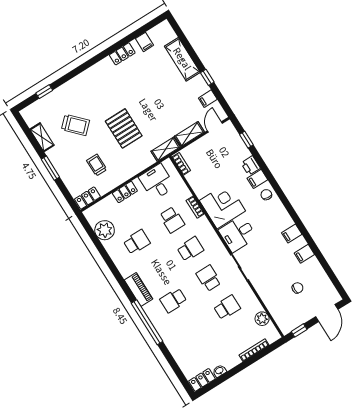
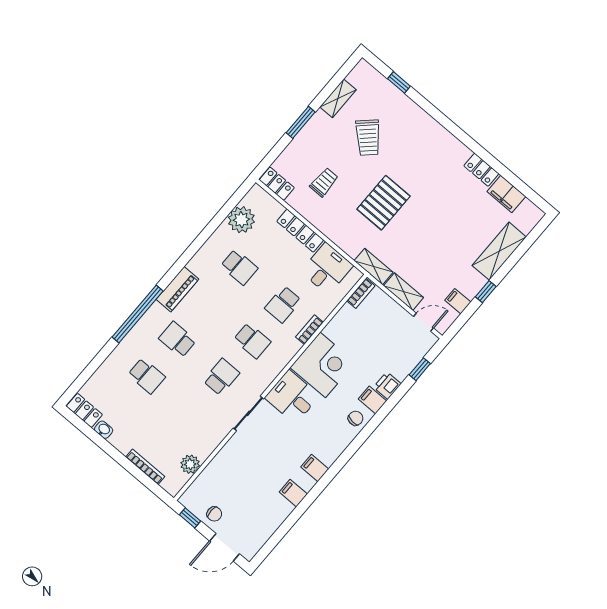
filing cabinet: (144, 42) -> (506, 194), width x2.00
locker: (125, 192) -> (300, 231), width x1.53
chair: (297, 288) -> (214, 514), moved
school desk: (227, 307) -> (147, 376), moved

